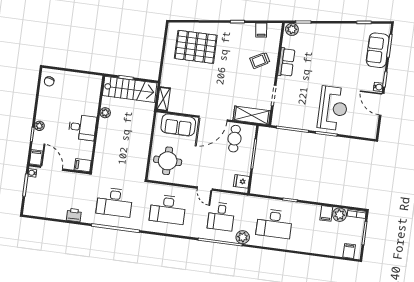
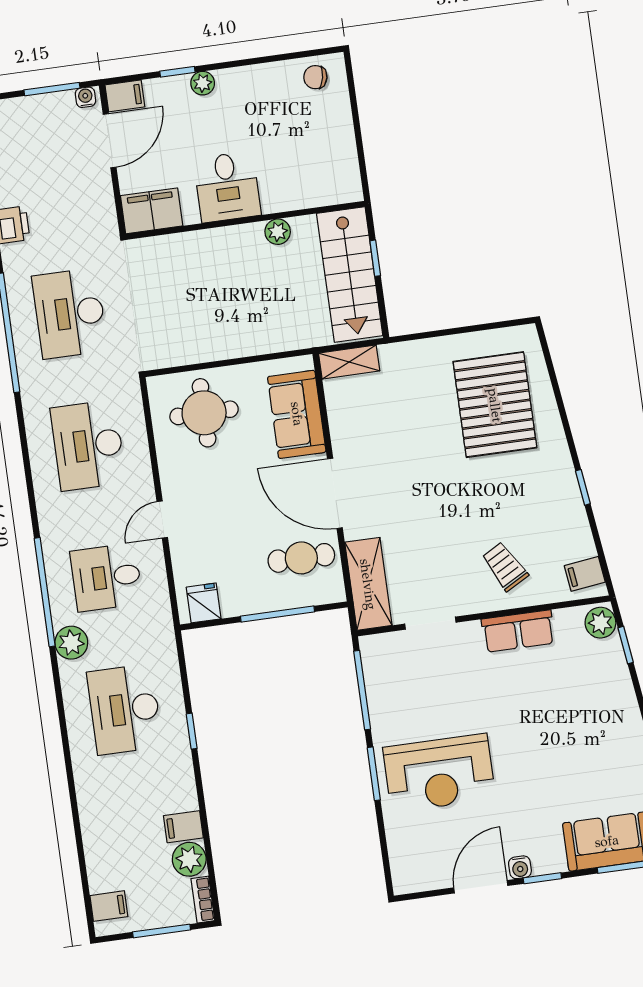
filing cabinet: (261, 30) -> (585, 574), moved
filing cabinet: (83, 165) -> (152, 211), width x2.00

